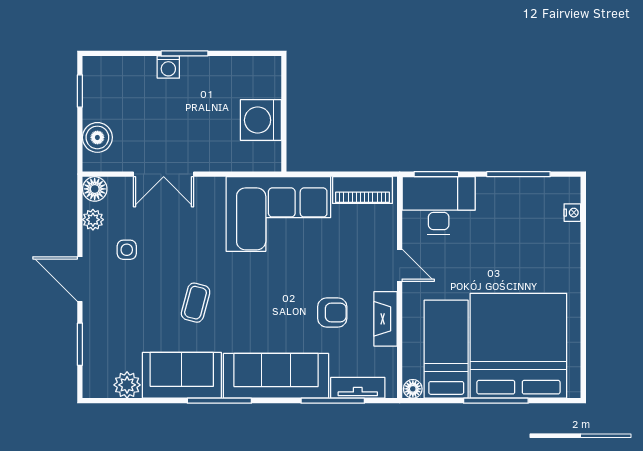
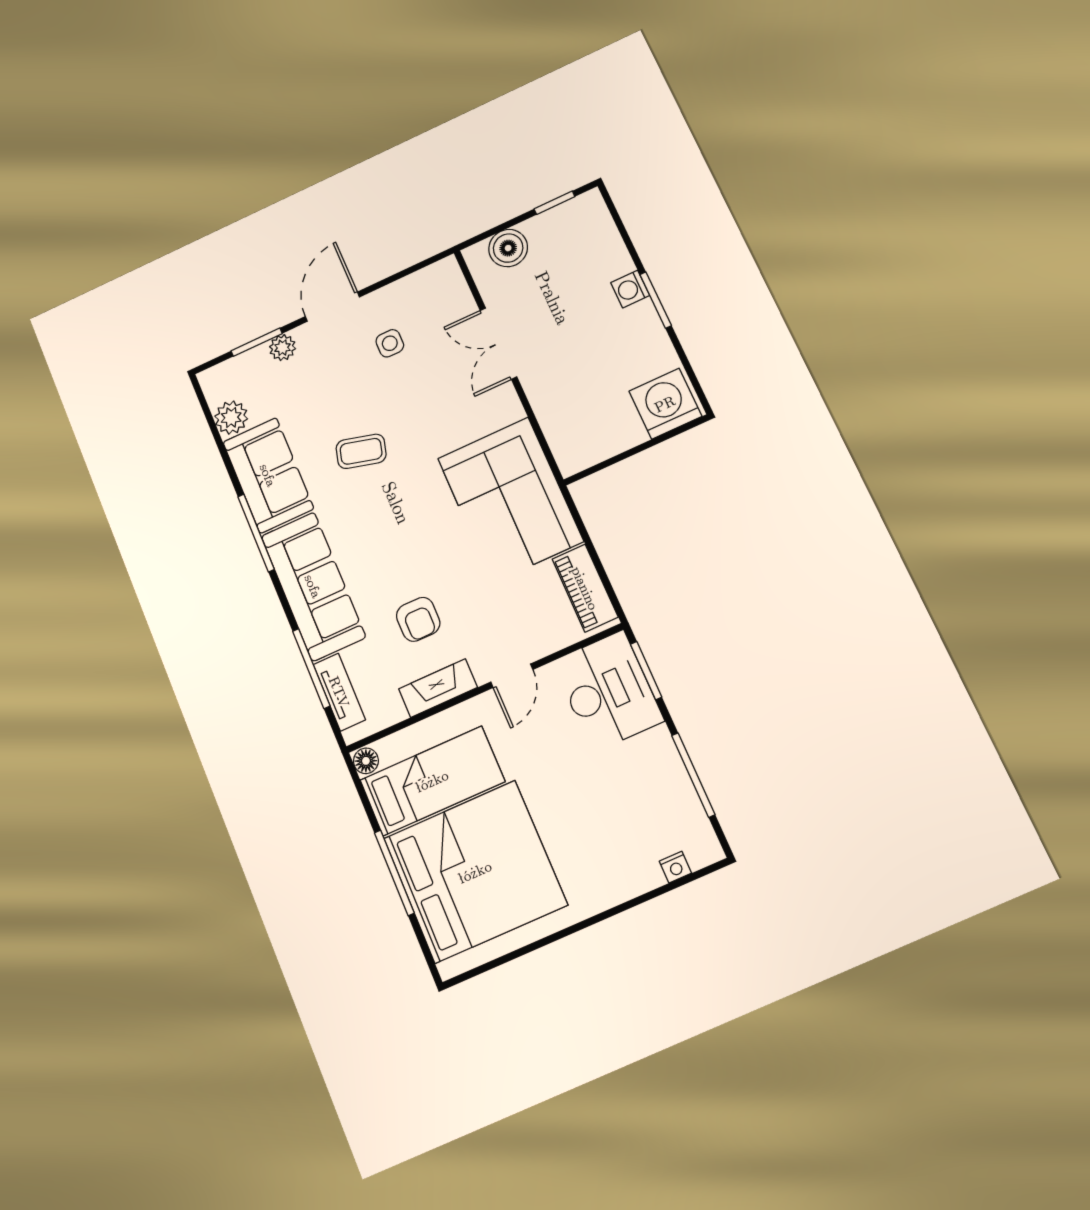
washing machine: (261, 120) -> (665, 404), moved
floor lamp: (95, 189) -> (446, 274), removed
plant: (93, 220) -> (282, 348), moved

